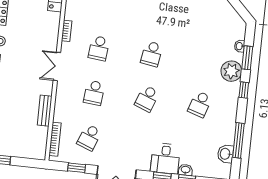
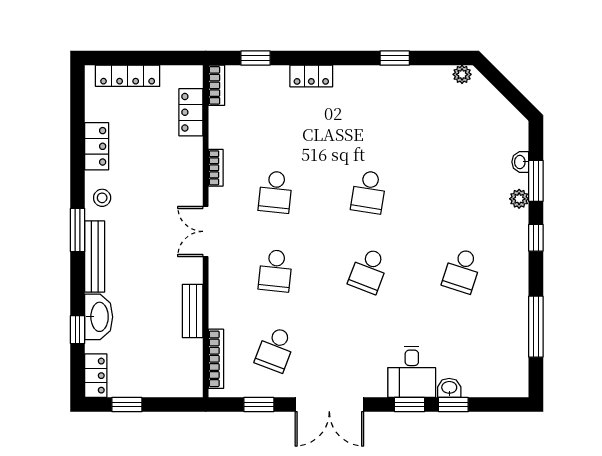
plant: (231, 71) -> (519, 199), width x0.53, depth x0.53
washbasin: (225, 154) -> (516, 352), removed

